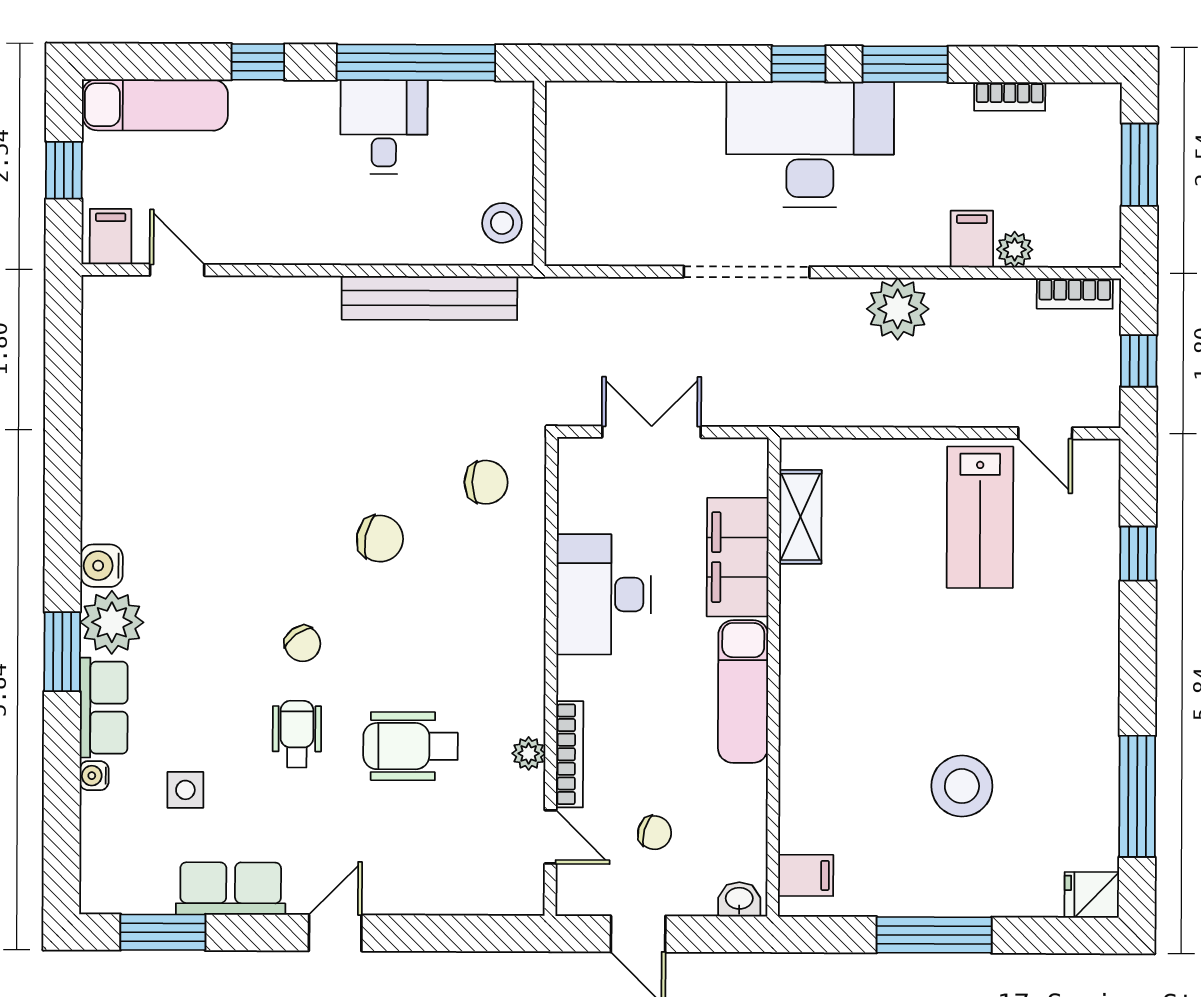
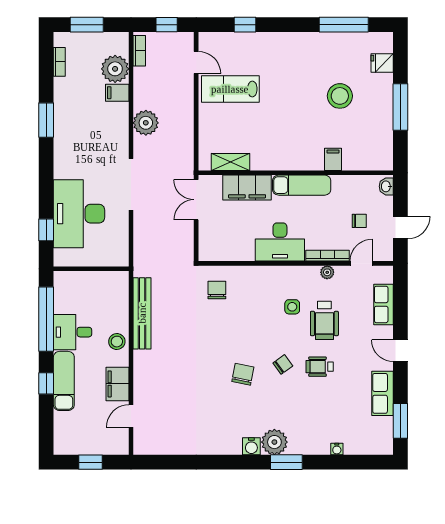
window: (799, 64) -> (46, 230), moved
bookcase: (1010, 97) -> (59, 62), moved
exam couch: (155, 105) -> (64, 381), moved
desk: (810, 144) -> (79, 214), moved
stool: (502, 223) -> (117, 342), moved
filing cabinet: (111, 237) -> (117, 384), moved, width x2.00
plant: (1015, 249) -> (115, 69), width x1.87, depth x1.87
double door: (651, 432) -> (196, 200), moved
door: (1045, 433) -> (196, 63), hinge flipped
lab bench: (980, 517) -> (230, 89), turned 180
chair: (380, 539) -> (243, 374), moved
desk: (604, 594) -> (280, 242), moved
row of seats: (104, 708) -> (383, 304), moved, turned -90
side table: (185, 790) -> (292, 307), moved
chair: (655, 833) -> (359, 221), turned 74
filing cabinet: (806, 875) -> (333, 159), moved
fridge: (1092, 895) -> (382, 63), moved, turned 90

